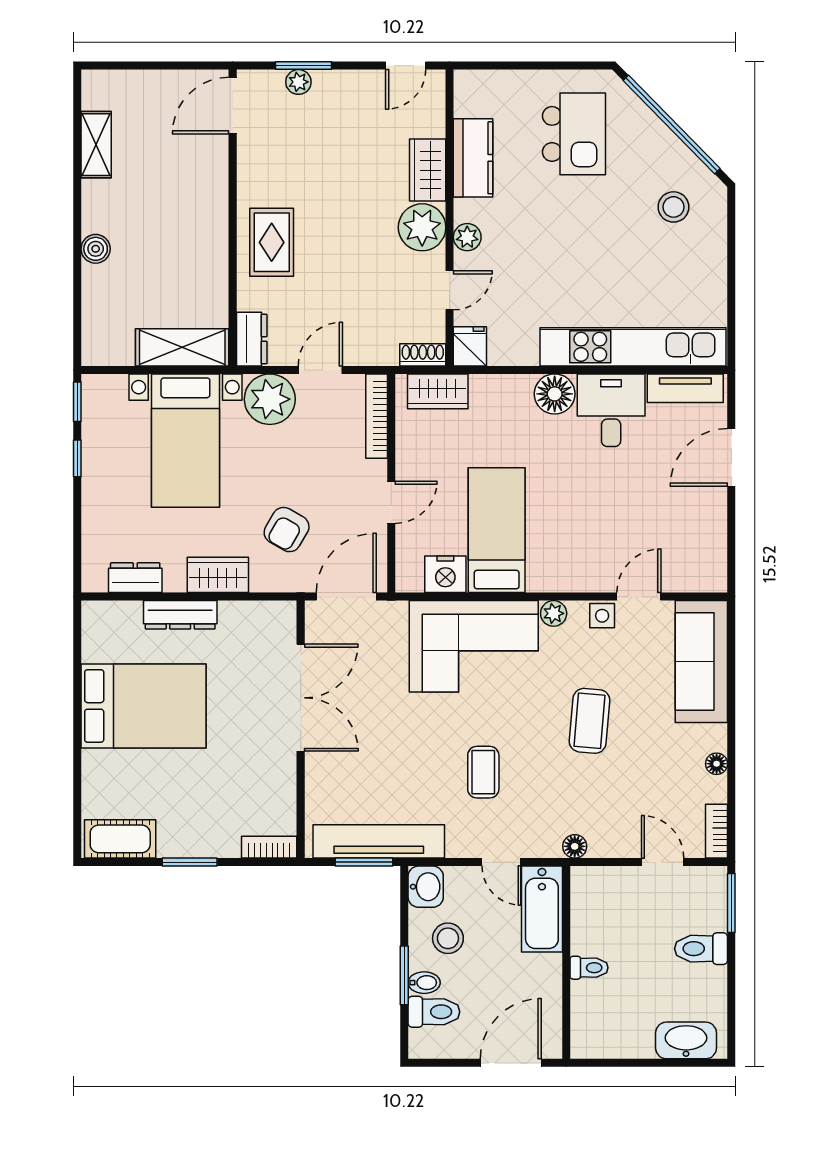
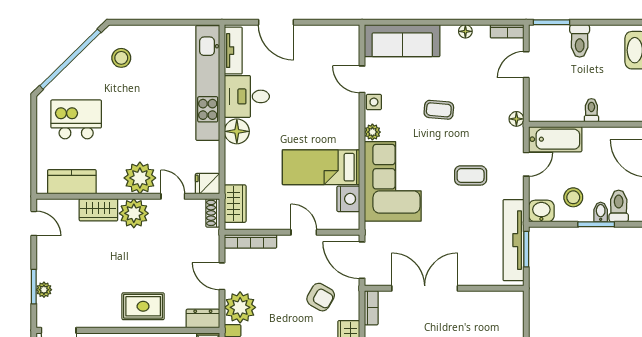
kitchen counter: (473, 158) -> (72, 182), moved
plant: (467, 237) -> (140, 178), width x1.87, depth x1.87
coffee table: (590, 721) -> (439, 110), width x0.73, depth x0.77
bookcase: (269, 847) -> (371, 308), moved, turned 180

